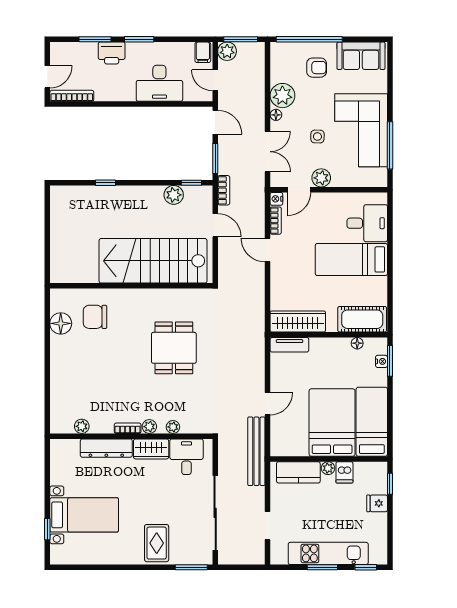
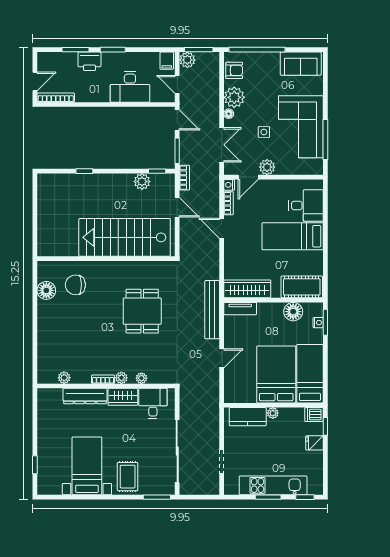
armchair: (317, 68) -> (234, 70), moved
floor lamp: (357, 343) -> (293, 312), width x1.89, depth x1.89
bench: (256, 451) -> (212, 310), moved
dishwasher: (344, 472) -> (314, 415), moved, turned 90
bed with nightstands: (84, 515) -> (87, 466), moved, turned -90

